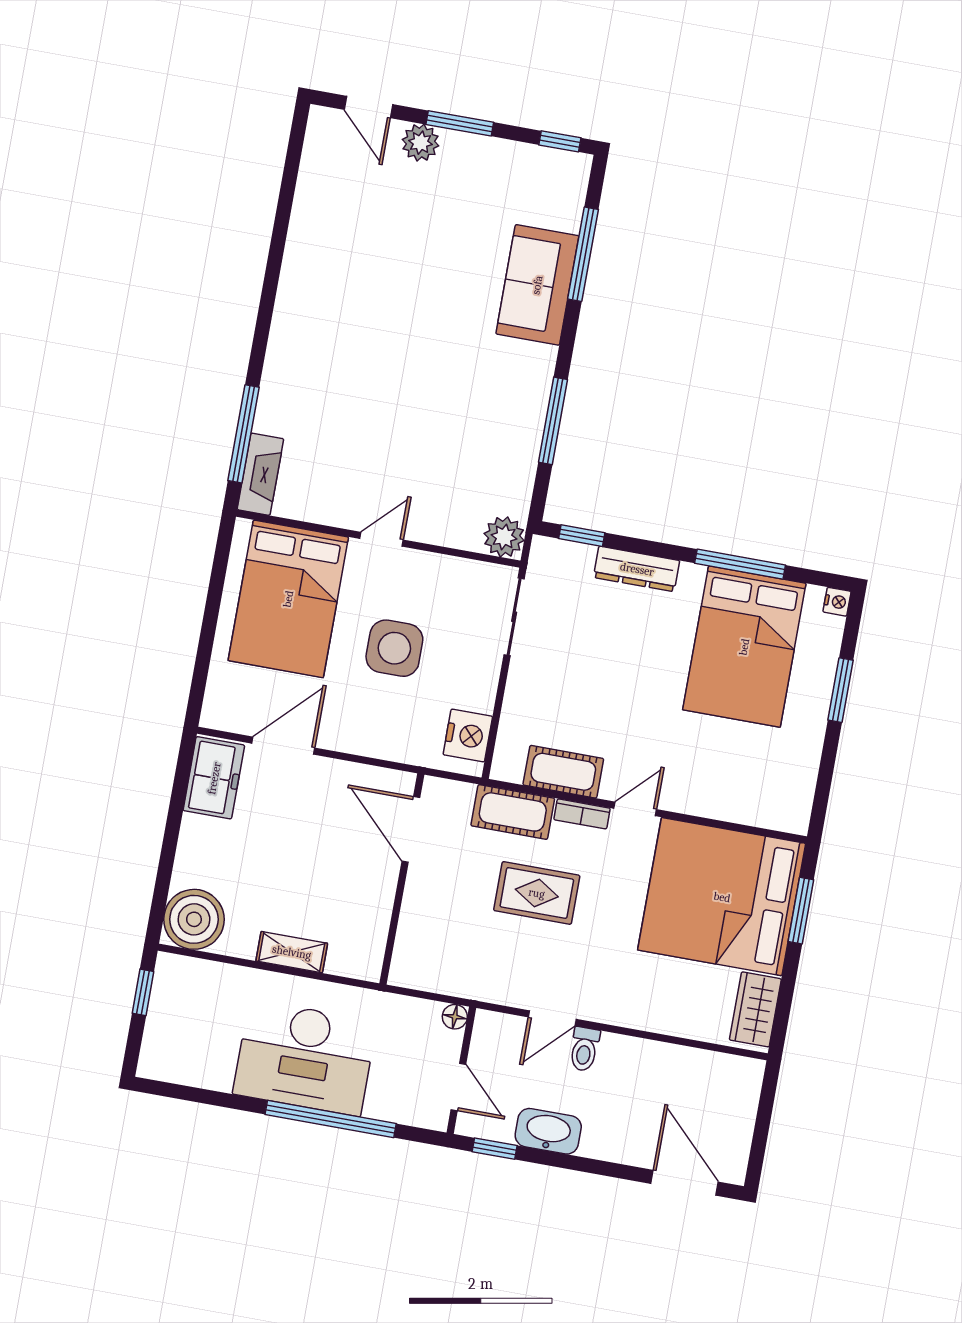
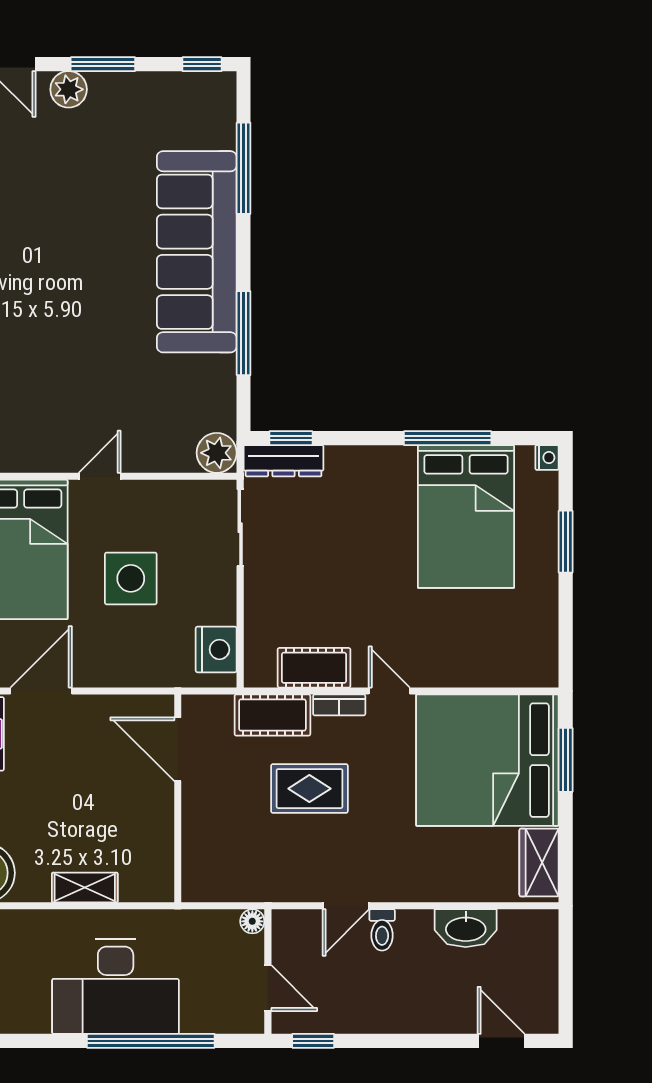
sofa: (537, 285) -> (197, 252), width x1.85, depth x1.27
dresser: (637, 569) -> (284, 461), moved
door: (635, 809) -> (389, 691), hinge flipped
washbasin: (548, 1131) -> (466, 928), moved, turned 180
door: (684, 1183) -> (501, 1041), width x0.73

